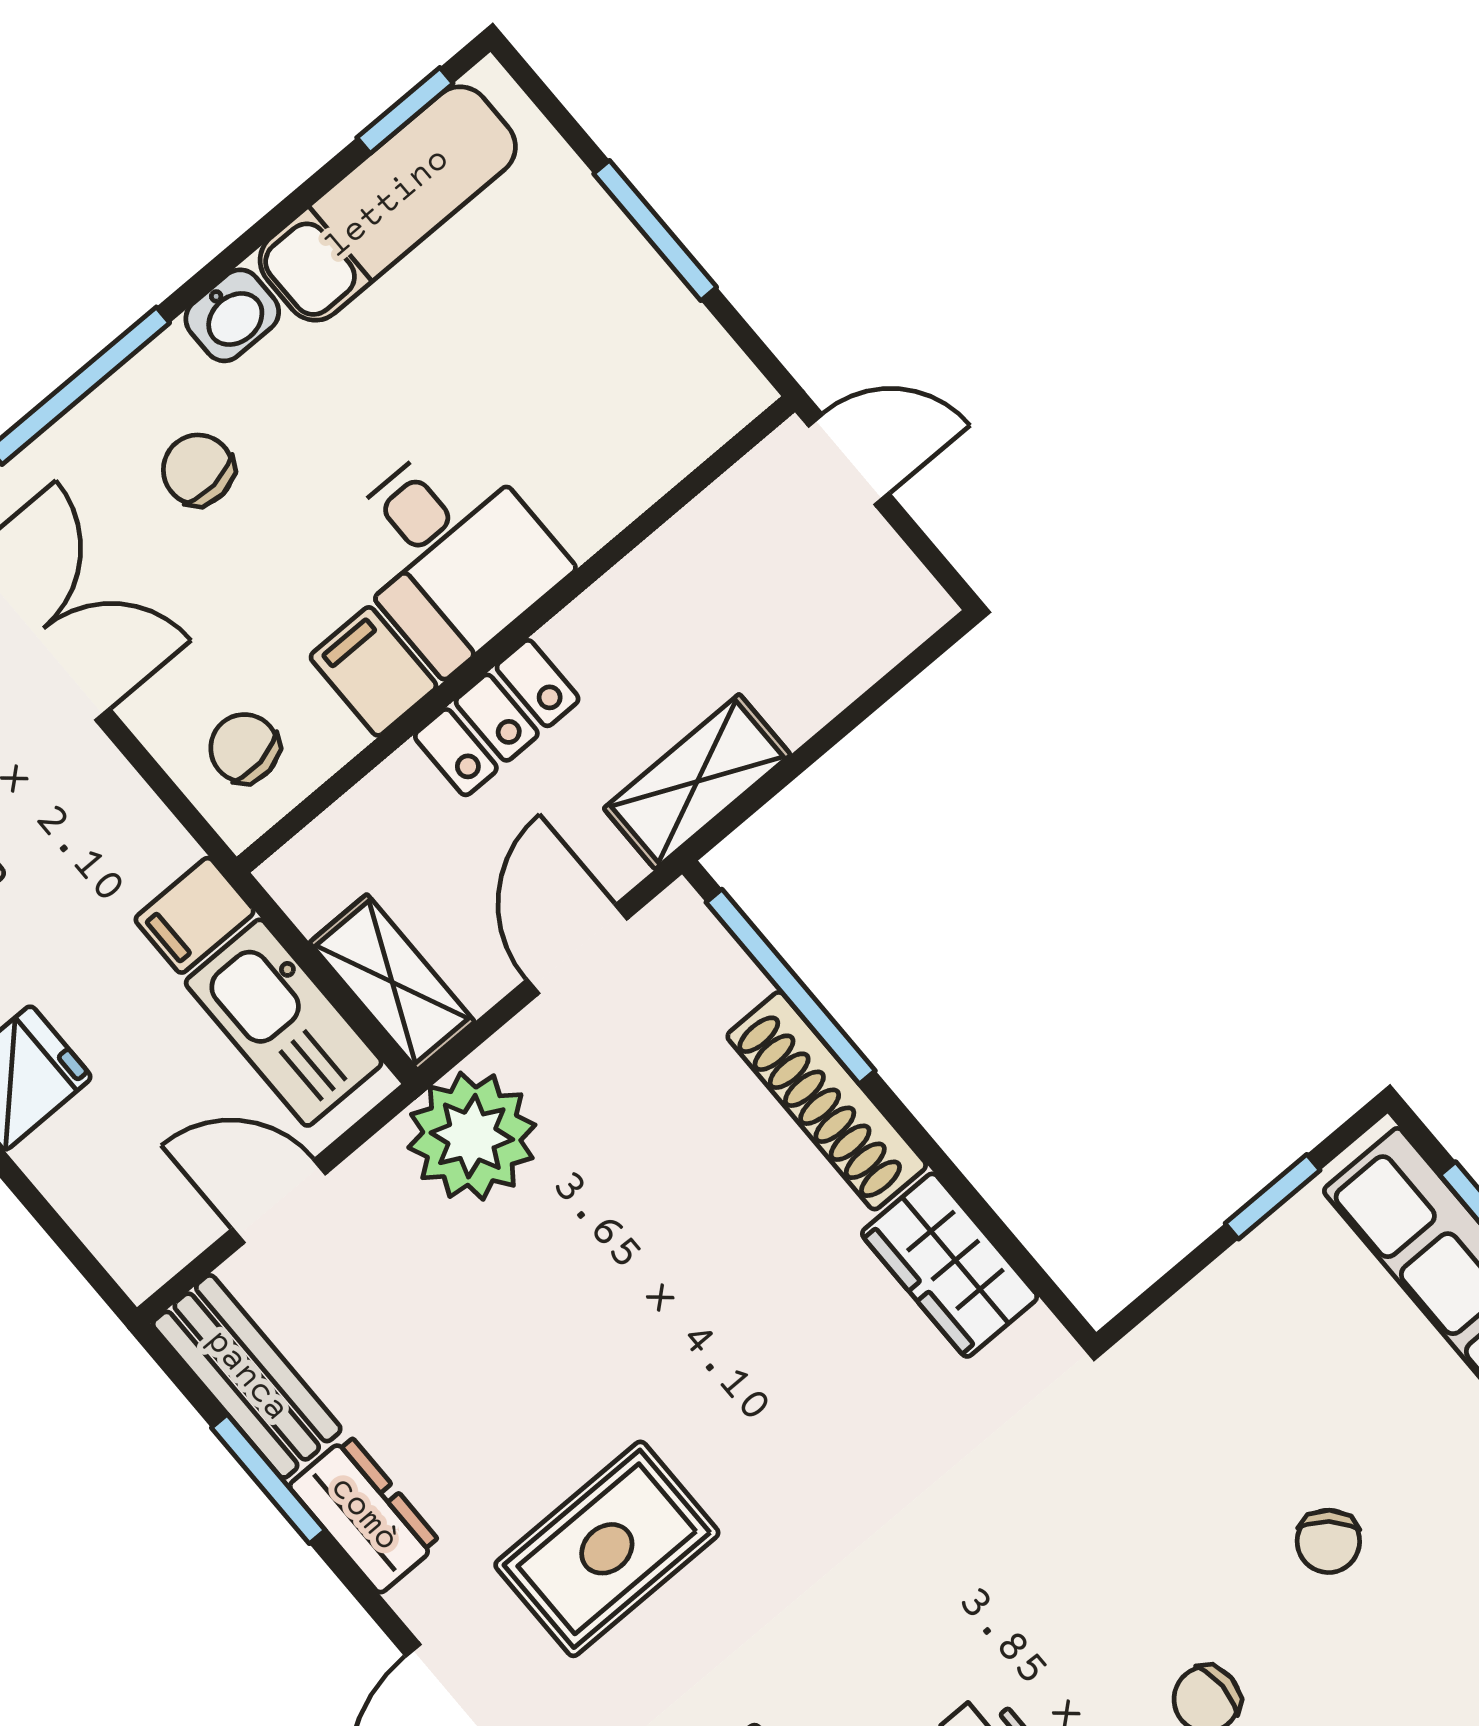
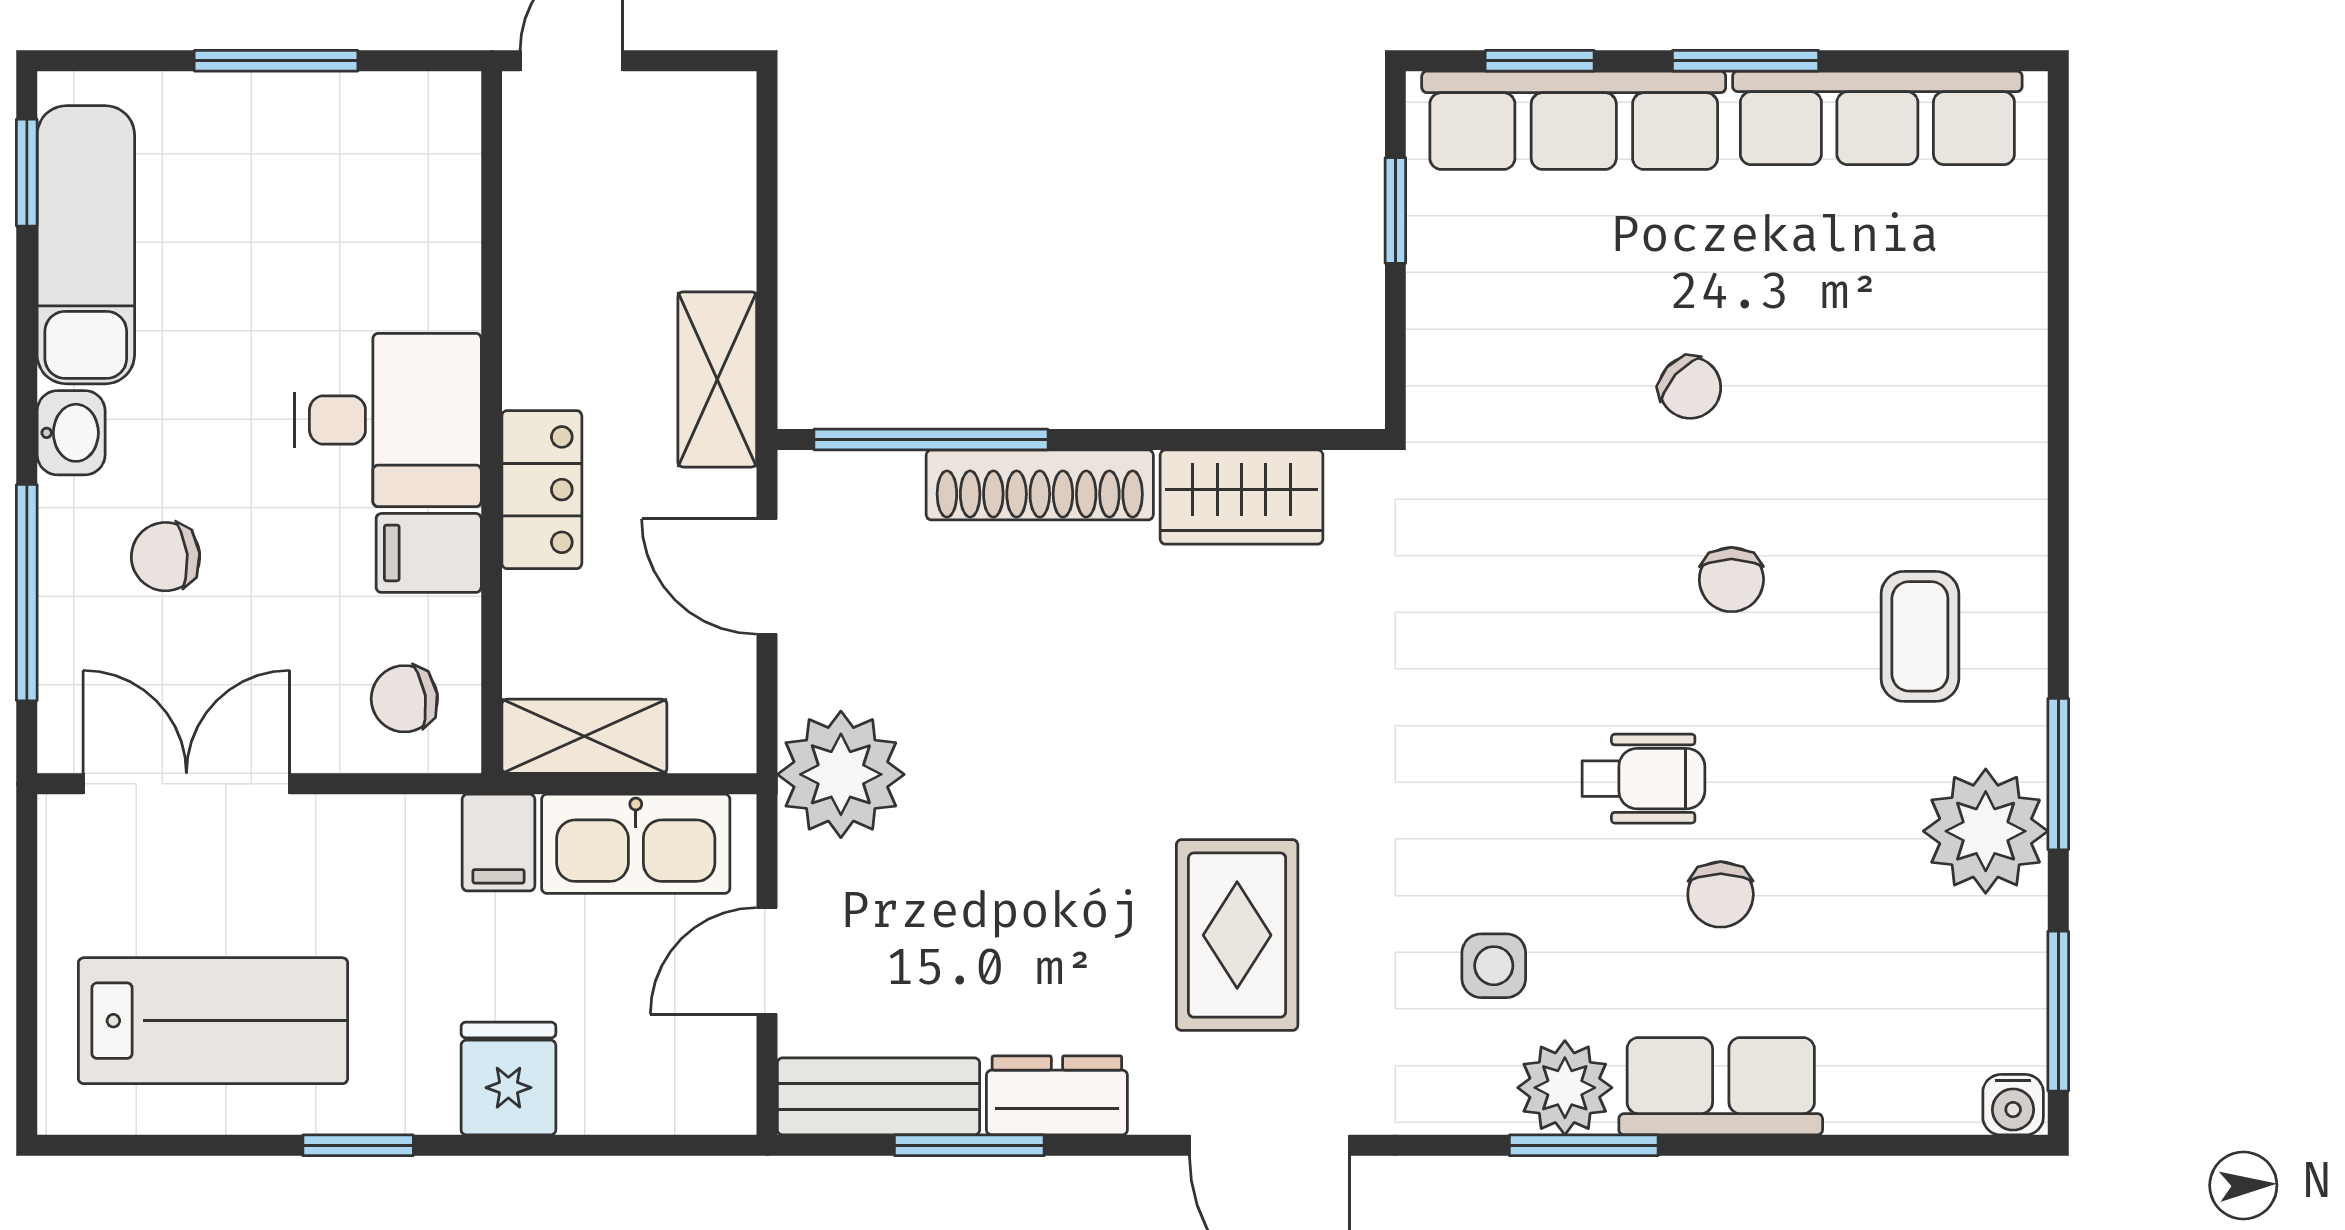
shelving: (392, 982) -> (584, 736), moved

